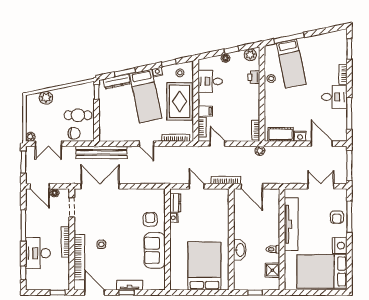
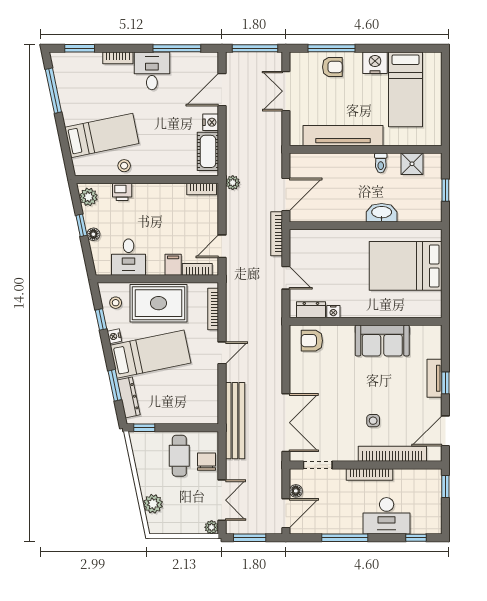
window: (289, 38) -> (53, 91), moved
double door: (100, 186) -> (286, 423), swing flipped
door: (197, 186) -> (286, 278), swing flipped
armchair: (150, 219) -> (312, 341), moved
bed: (322, 272) -> (406, 89), width x0.67

